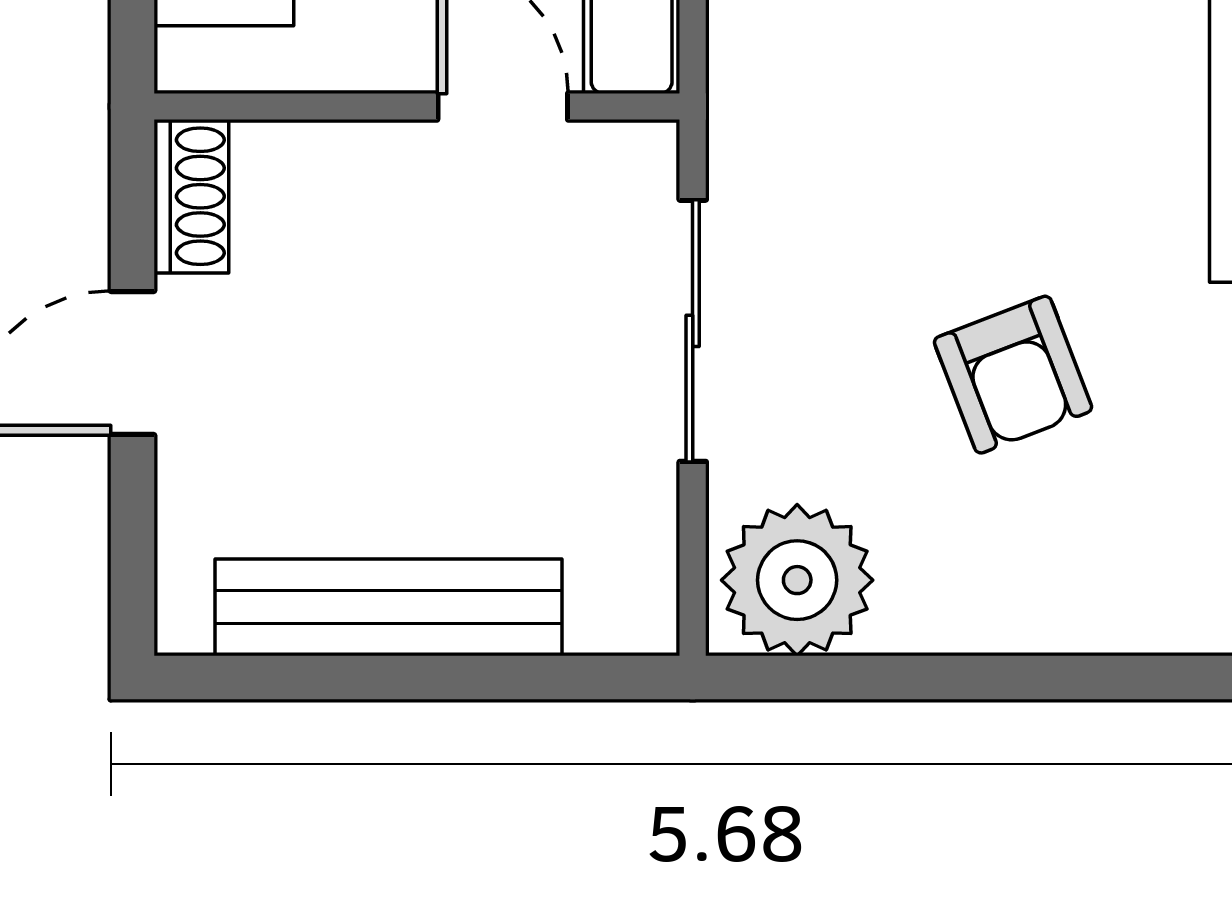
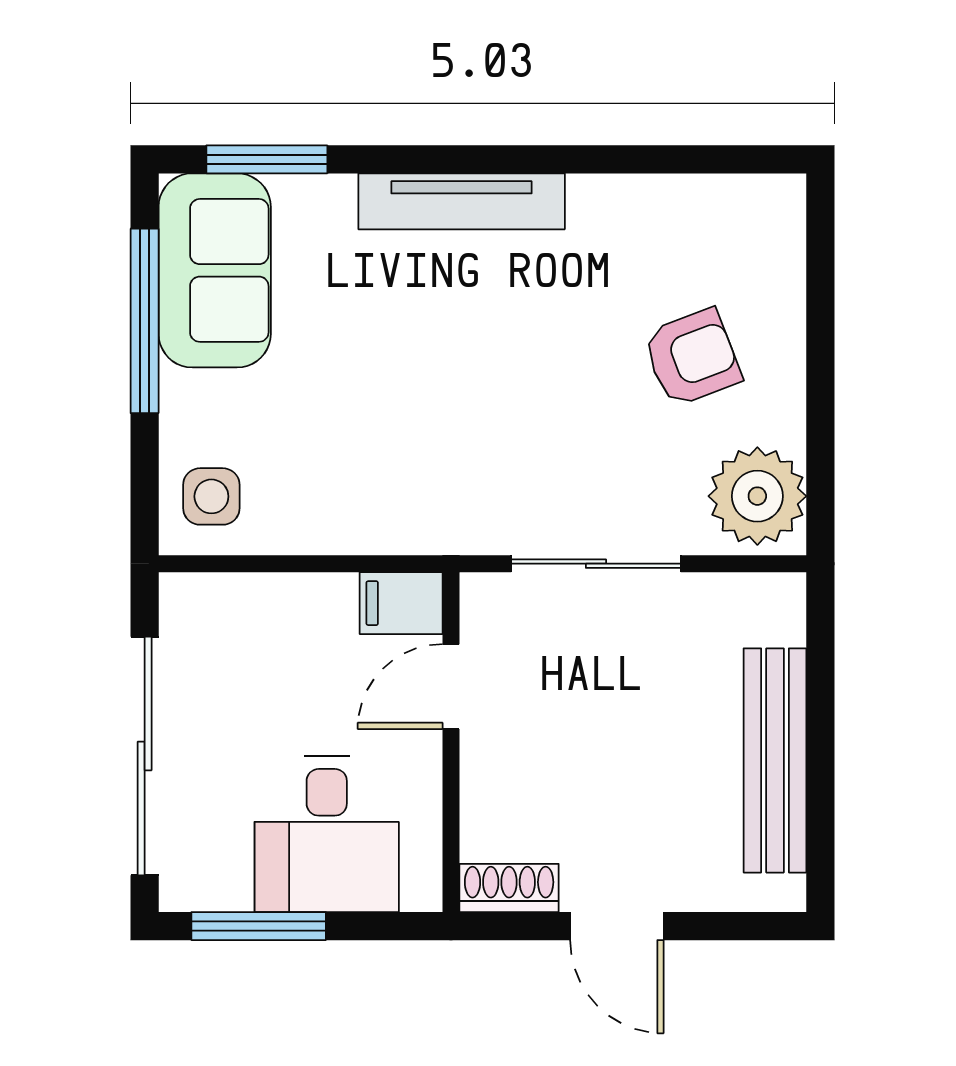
armchair: (1013, 375) -> (692, 358), moved

